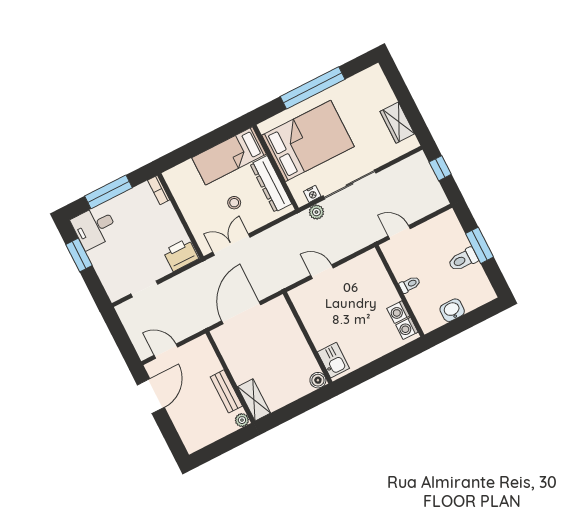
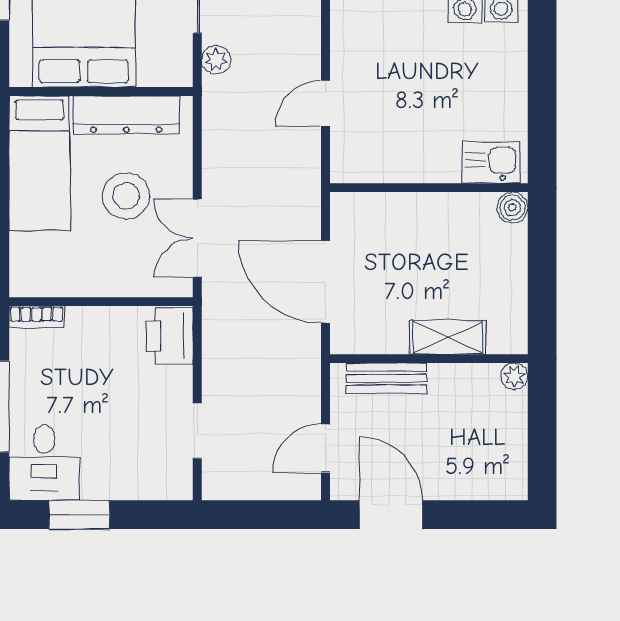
nightstand: (312, 194) -> (181, 51), removed
stool: (234, 203) -> (126, 196), width x1.89, depth x1.89
bench: (226, 391) -> (386, 378), moved
shelving: (254, 400) -> (448, 337), moved

